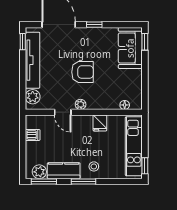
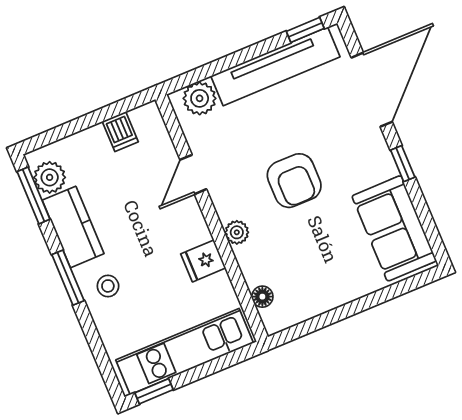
window: (145, 42) -> (411, 284), removed
sofa: (130, 48) -> (394, 228), moved, turned -90
plant: (81, 104) -> (237, 232), moved

